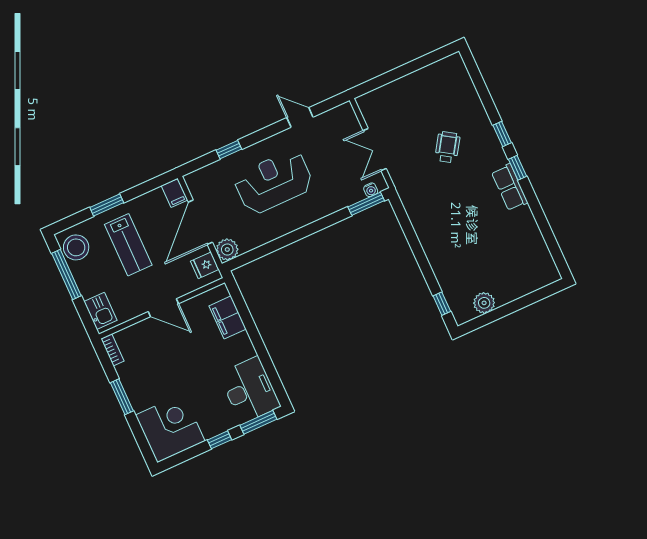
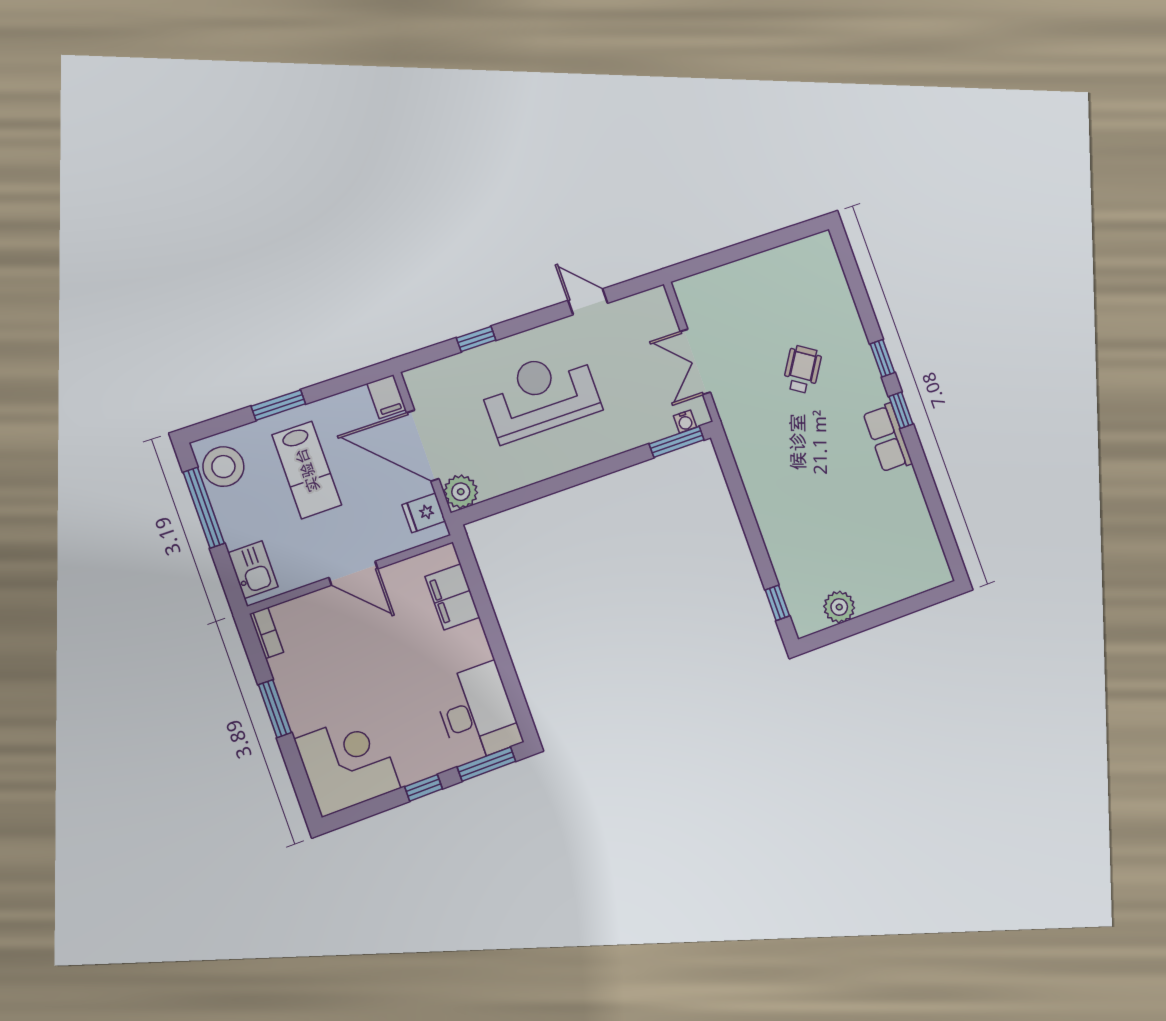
door: (200, 222) -> (423, 446), hinge flipped

